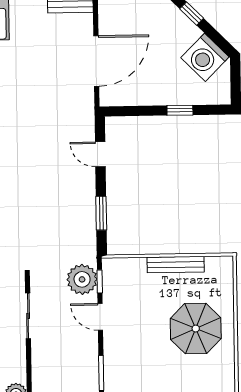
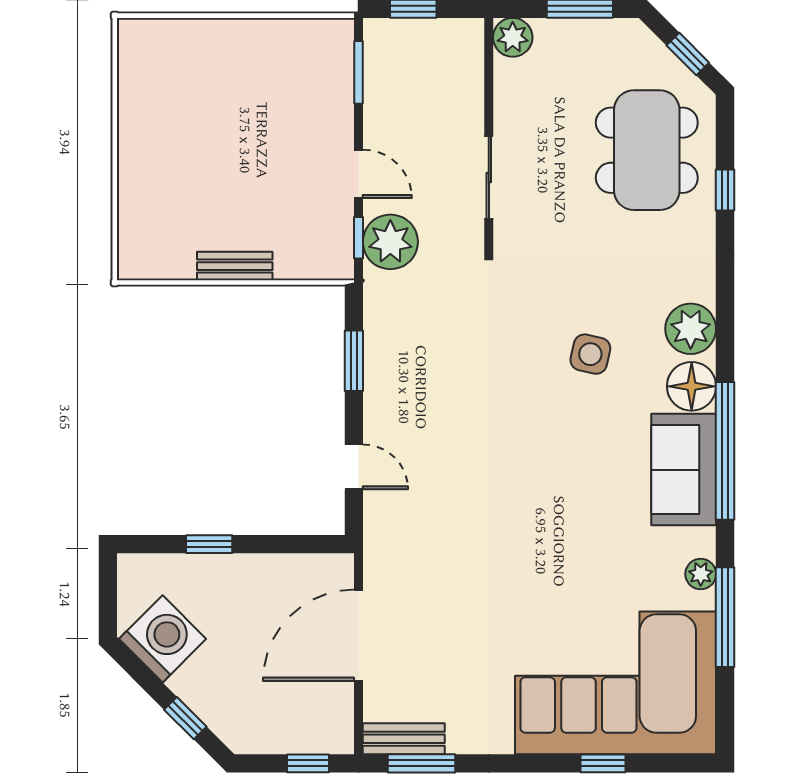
bench: (176, 265) -> (235, 266), width x0.73
parasol: (196, 329) -> (187, 150), removed

